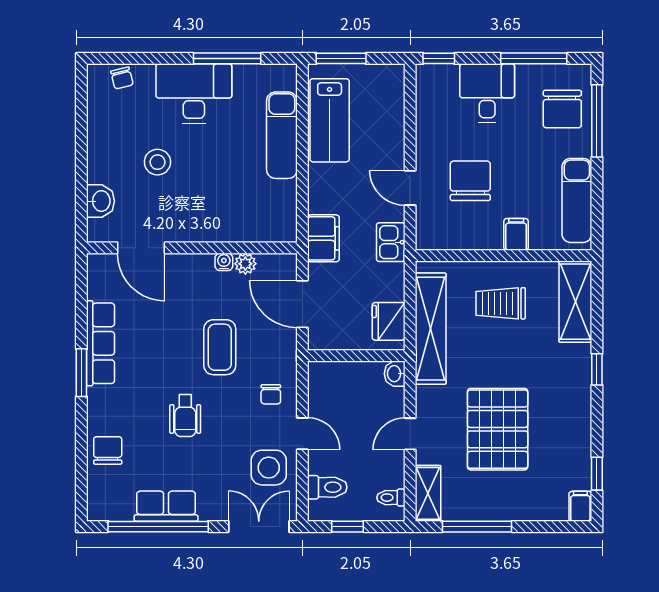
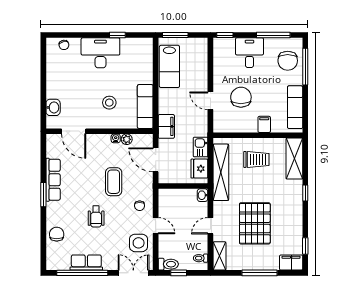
window: (227, 58) -> (117, 35), width x0.46
exam couch: (282, 135) -> (145, 107), moved
stool: (157, 162) -> (109, 103), moved
kitchen sink: (391, 242) -> (201, 147), moved
trolley: (501, 303) -> (256, 159), turned 180
toilet: (327, 487) -> (168, 264), moved
filing cabinet: (580, 506) -> (291, 263), width x2.00
window: (477, 527) -> (260, 273), moved

